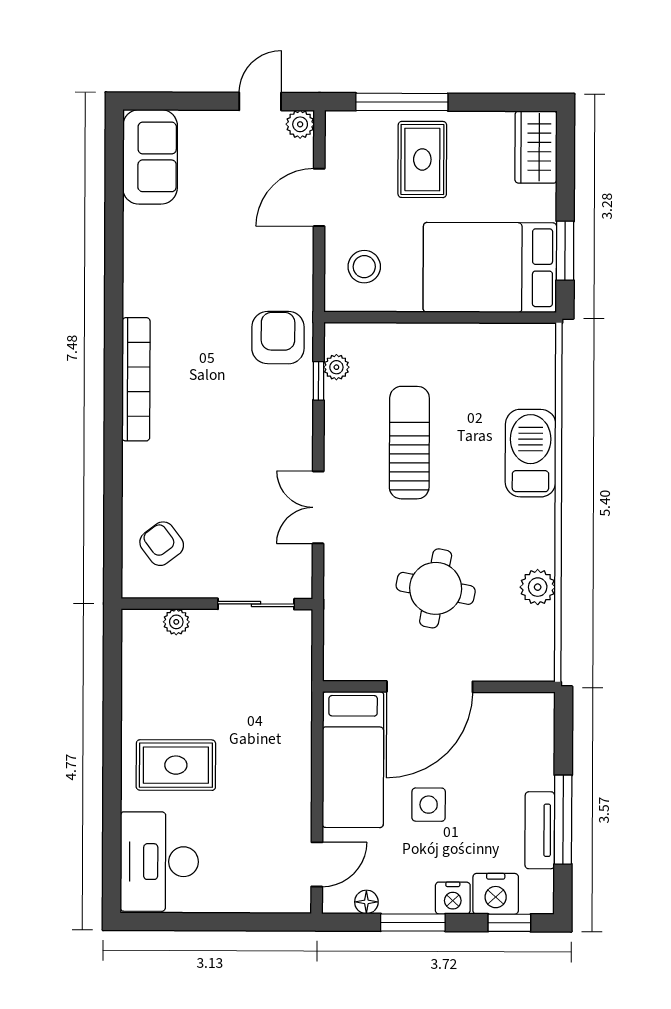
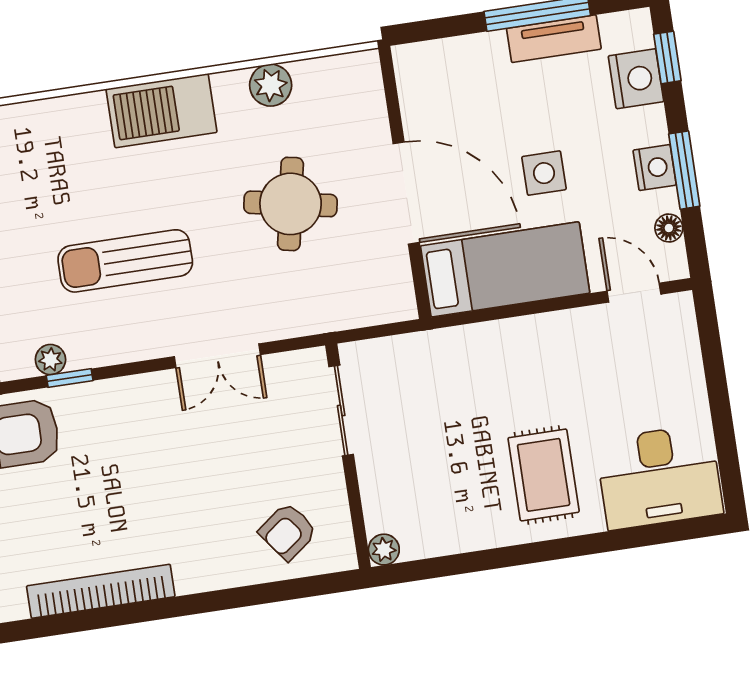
barbecue: (531, 453) -> (162, 111), moved
plant: (176, 622) -> (384, 550), moved
nightstand: (453, 898) -> (655, 168), moved

